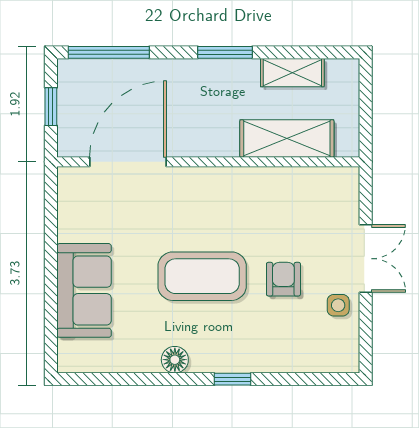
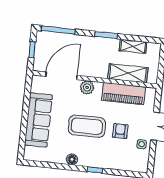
plant: (193, 183) -> (87, 87), added
piano: (281, 188) -> (123, 94), added
sofa: (84, 290) -> (38, 120), width x1.36

